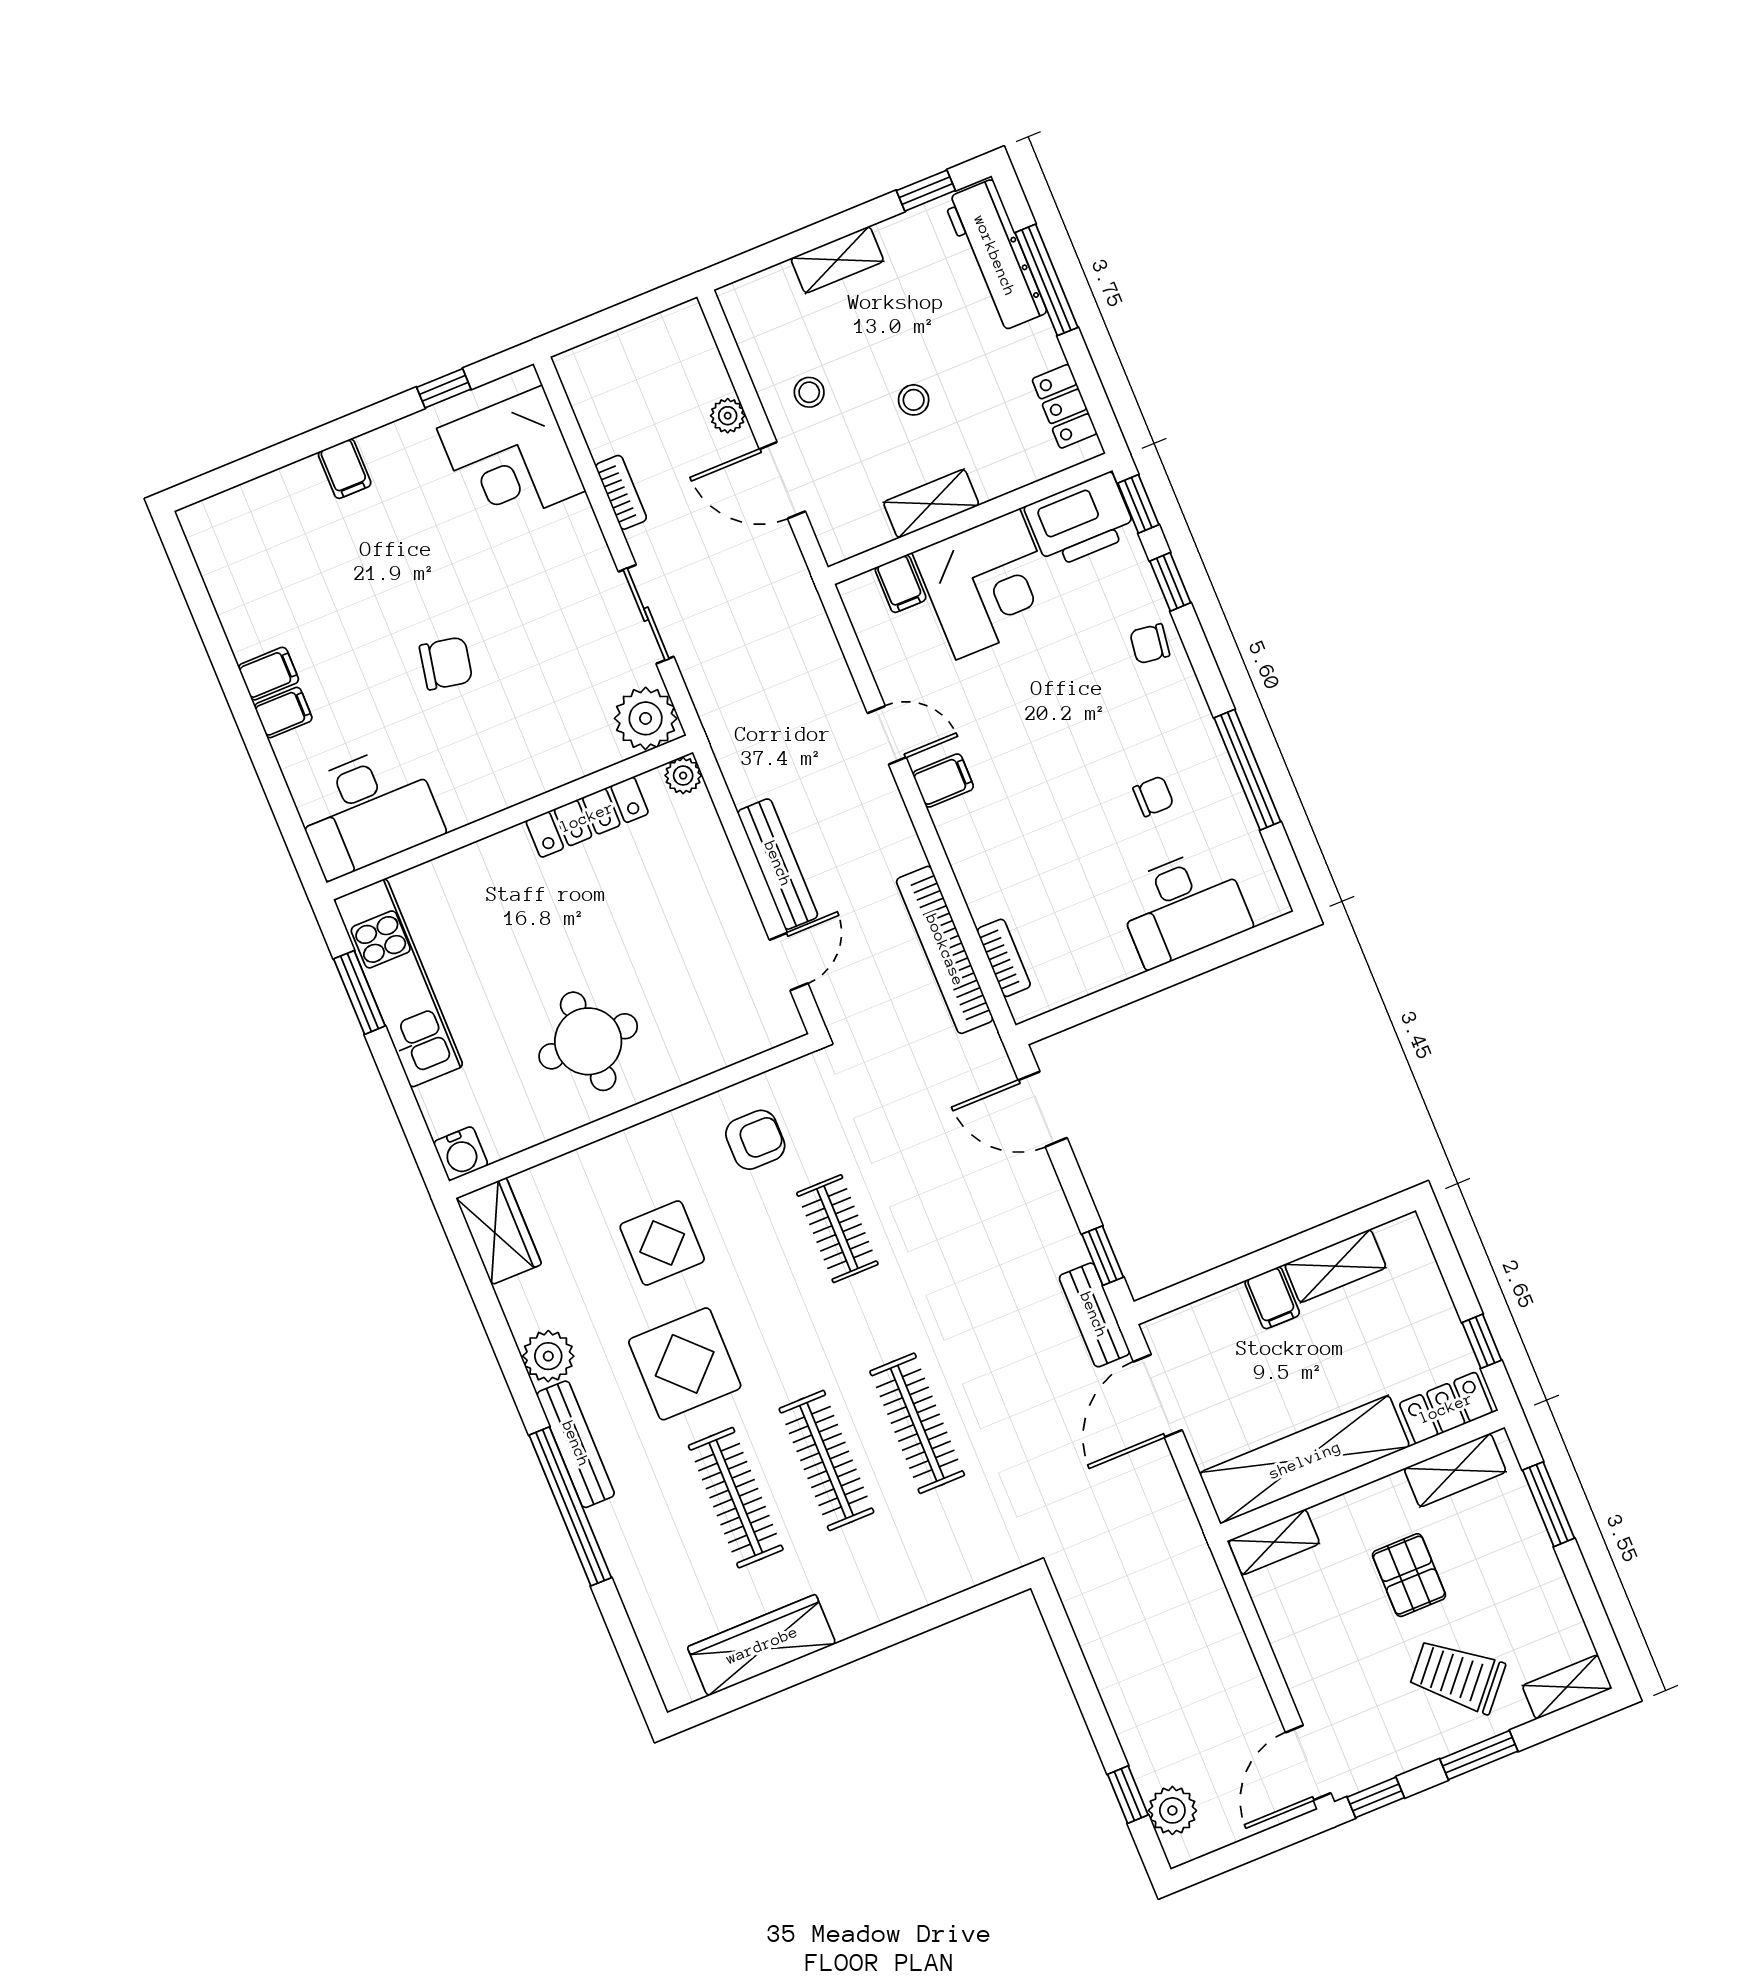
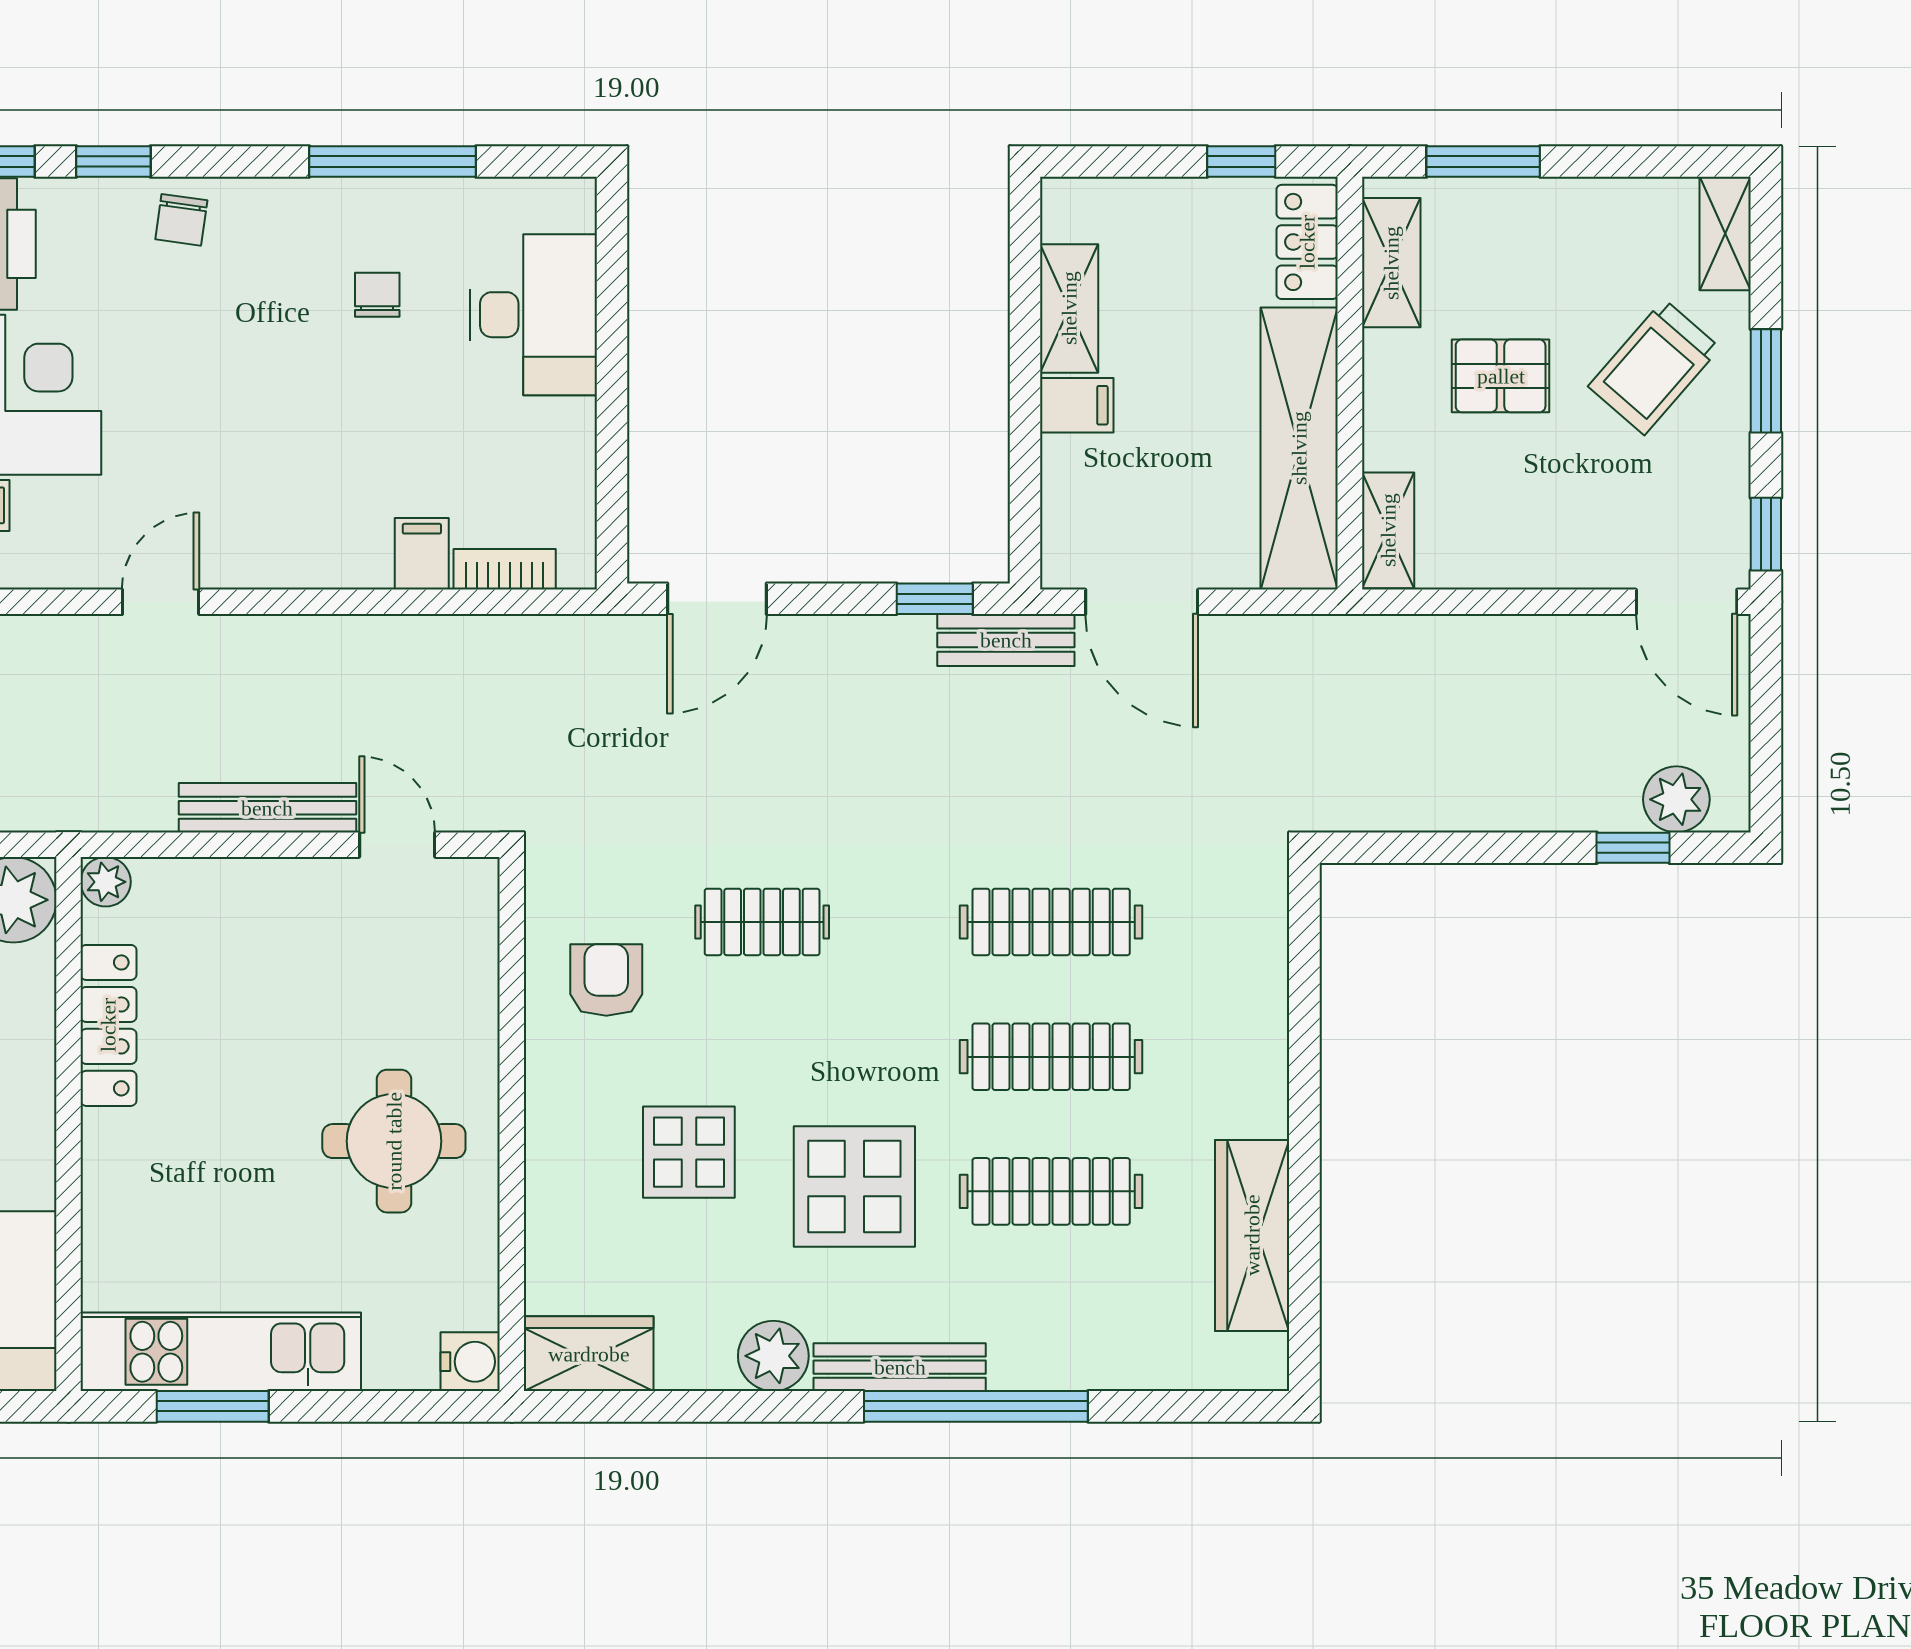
filing cabinet: (943, 781) -> (422, 554), moved
bookcase: (945, 950) -> (464, 640), removed

